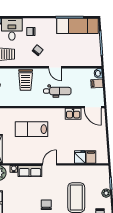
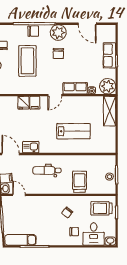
exam couch: (78, 26) -> (20, 240), width x0.73, depth x0.69
door: (55, 67) -> (19, 195), moved
filing cabinet: (91, 157) -> (35, 103), moved

